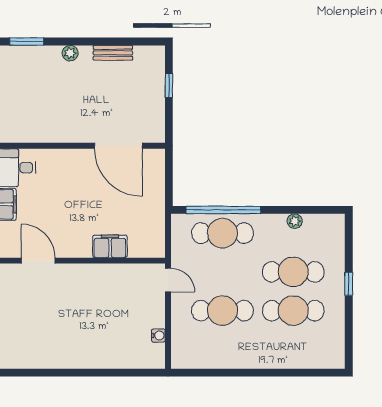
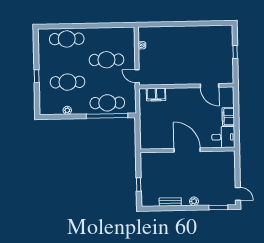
door: (118, 146) -> (187, 150), moved
filing cabinet: (110, 246) -> (156, 95), moved
cafe table: (293, 311) -> (67, 39), moved

